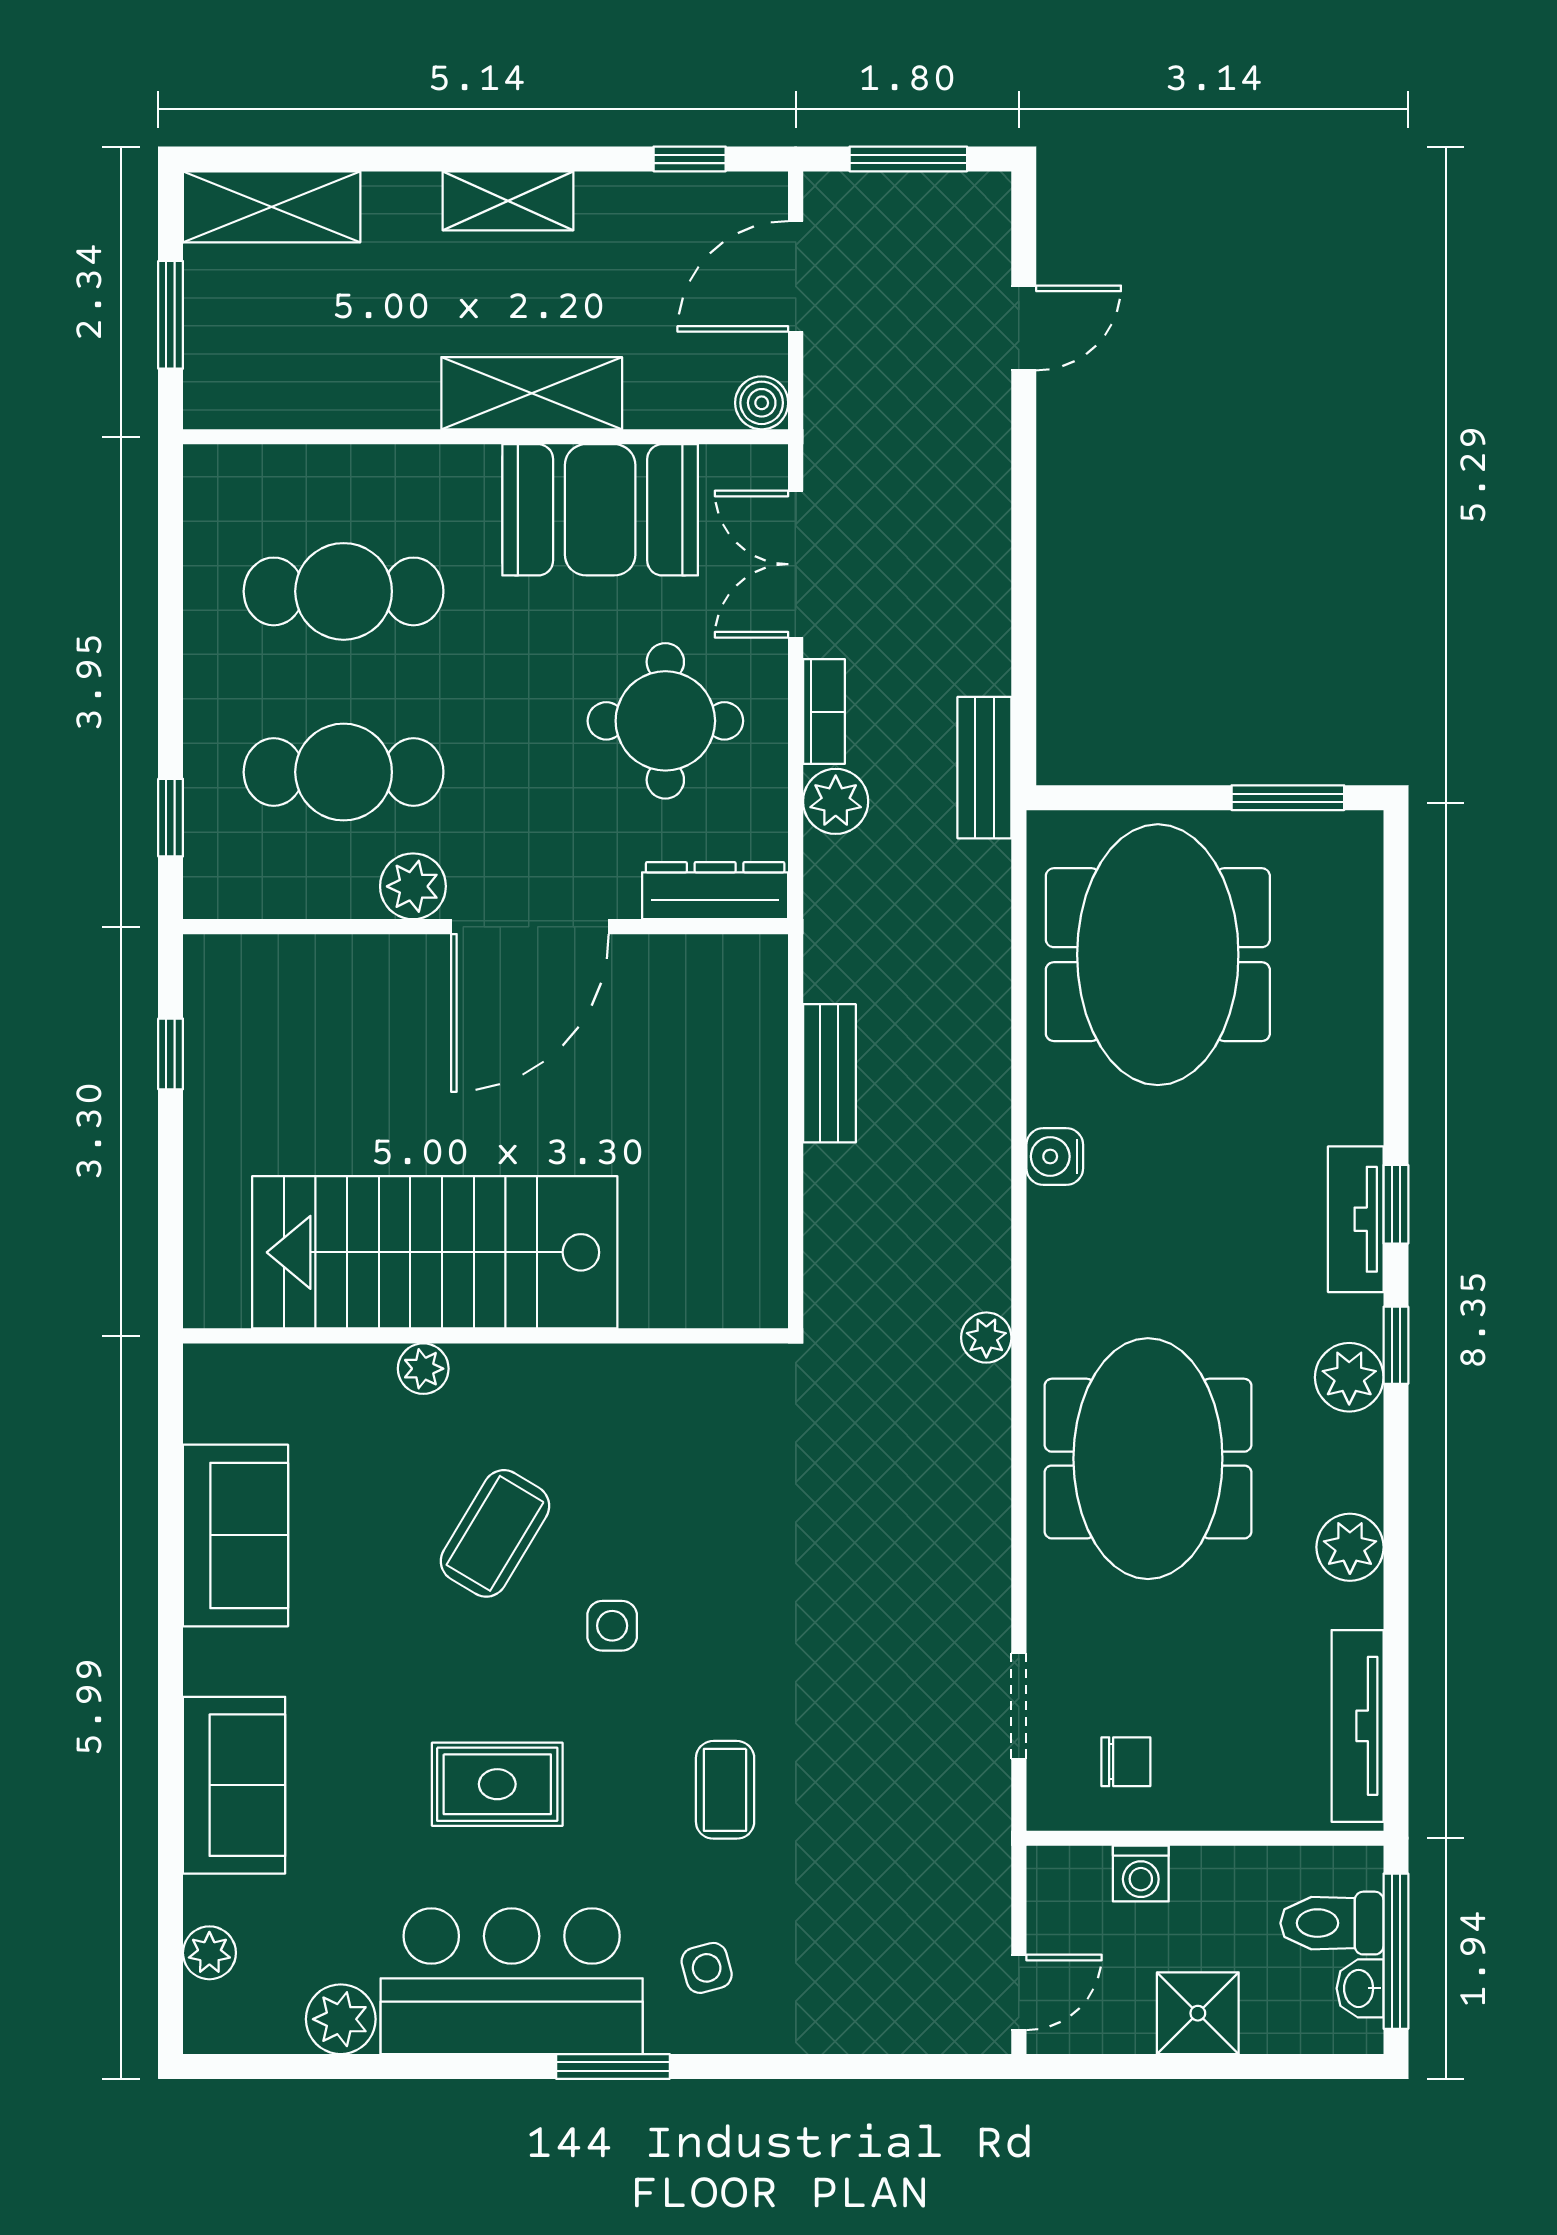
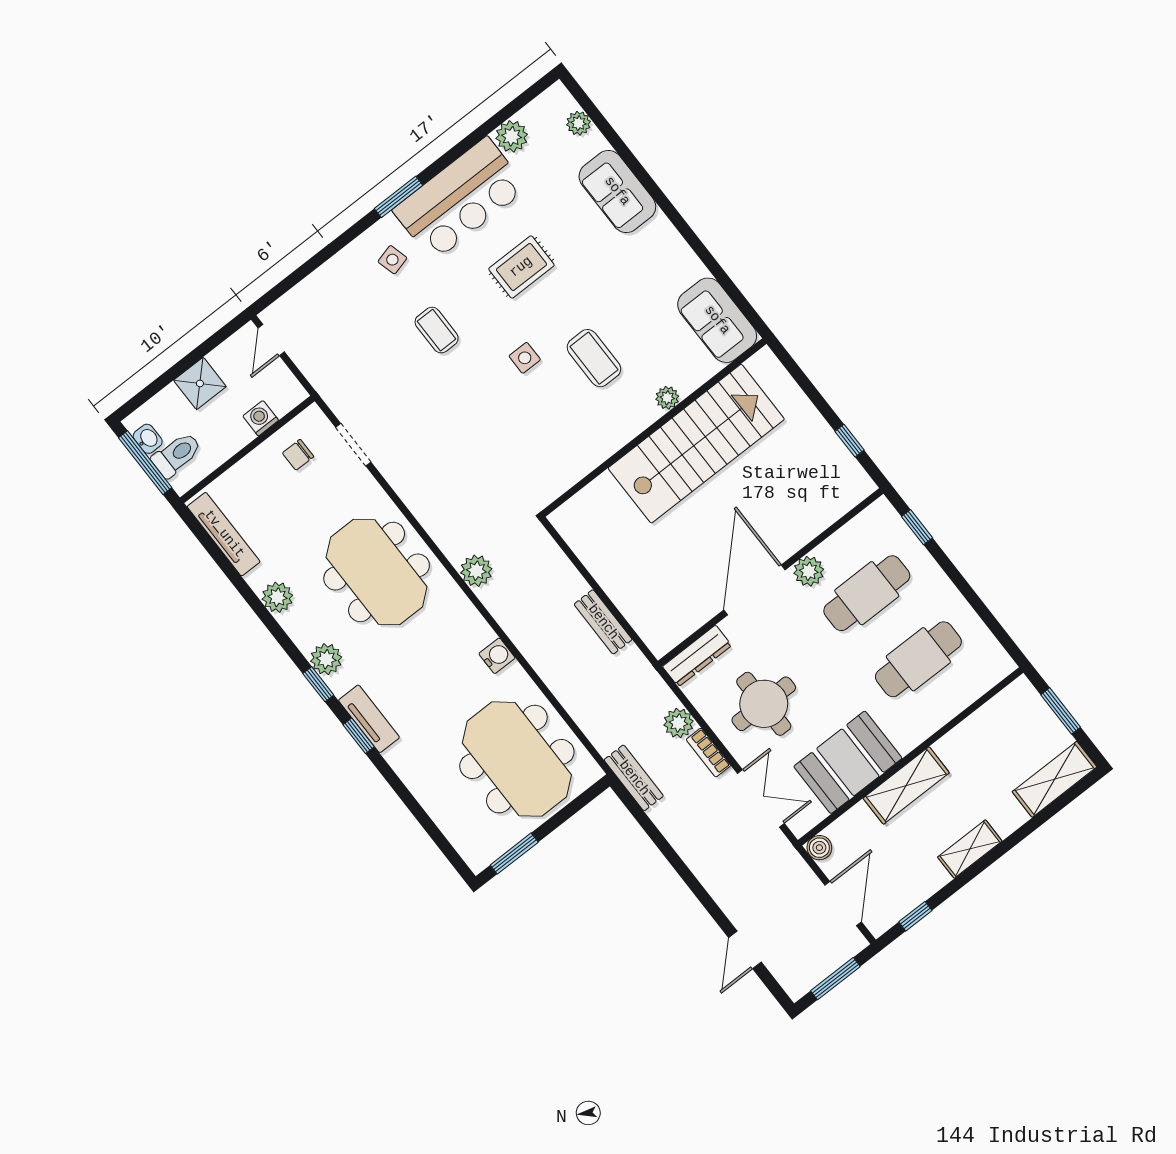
plant: (986, 1338) -> (476, 571), width x1.38, depth x1.38
coffee table: (495, 1533) -> (594, 358), turned -31
sofa: (236, 1535) -> (717, 320), moved

